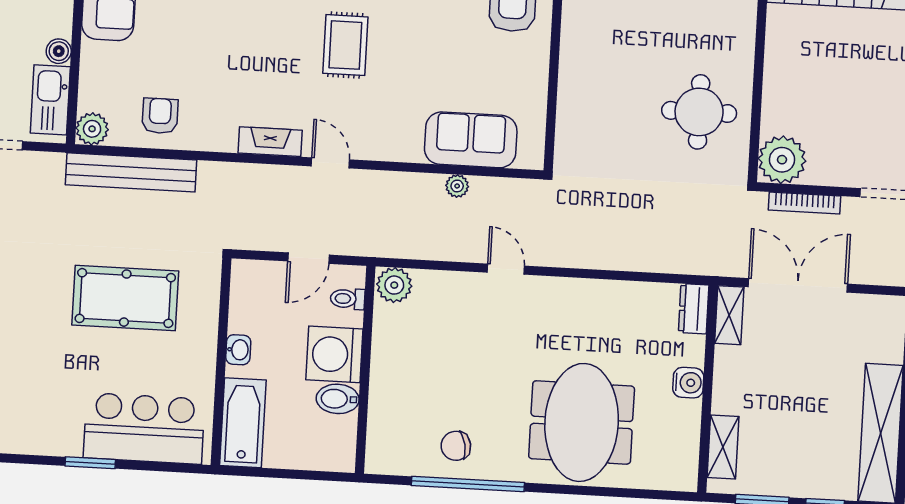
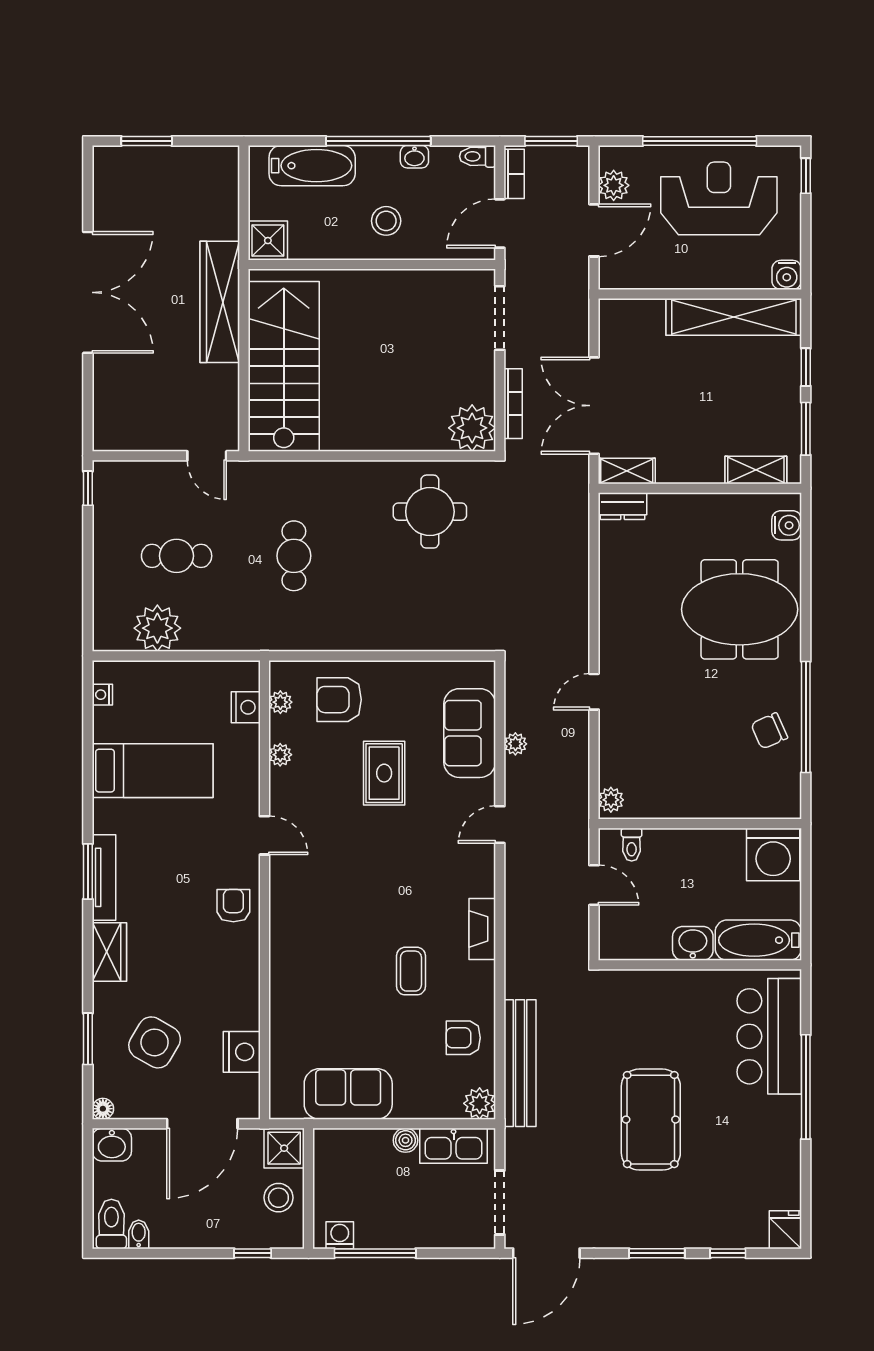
rug: (345, 45) -> (384, 773), moved, turned 90
coffee table: (231, 66) -> (411, 971), added
door: (330, 163) -> (500, 825), moved
plant: (394, 285) -> (611, 800), width x0.73, depth x0.73
pool table: (125, 298) -> (651, 1120), moved
washbasin: (238, 350) -> (693, 943), width x1.38, depth x1.45
washing machine: (334, 354) -> (773, 854), moved
water cooler: (688, 383) -> (787, 525), moved, turned 90
bidet: (338, 399) -> (730, 849), removed
chair: (456, 446) -> (769, 731), turned 77
window: (90, 463) -> (806, 1087), width x2.11

